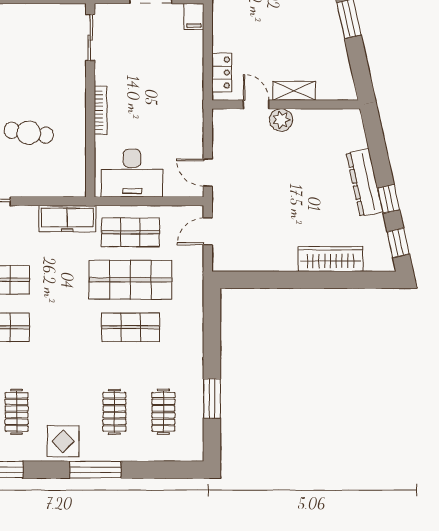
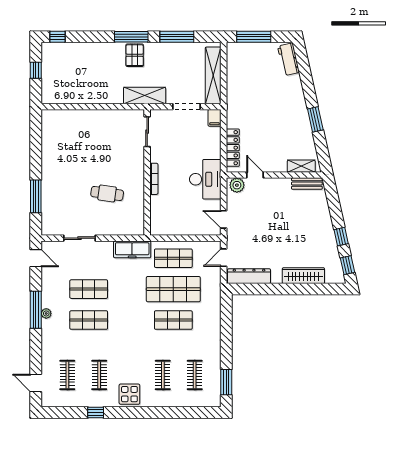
locker: (222, 73) -> (233, 148), width x1.53
shelving: (294, 91) -> (301, 166), moved
bench: (336, 117) -> (307, 184), added
plant: (281, 120) -> (237, 185), moved
desk: (132, 173) -> (205, 179), moved, turned -90
dresser: (364, 182) -> (249, 276), moved, turned 102
window: (212, 399) -> (226, 382), moved
window: (96, 470) -> (151, 413), removed

